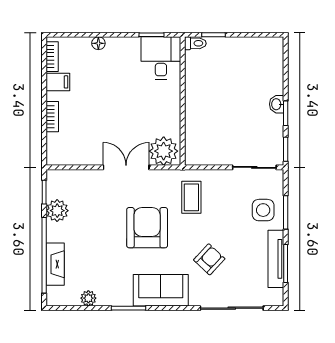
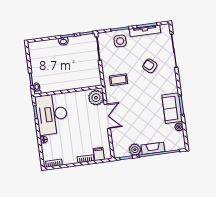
desk: (161, 58) -> (52, 114), width x1.87, depth x1.30
filing cabinet: (58, 82) -> (99, 154), moved
double door: (126, 167) -> (107, 116), swing flipped
armchair: (147, 228) -> (138, 101), removed
fireplace: (55, 264) -> (153, 148), moved
sofa: (161, 290) -> (172, 108), moved

